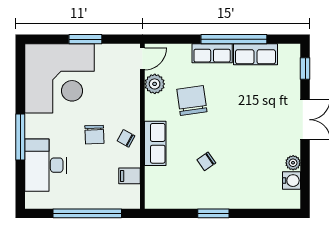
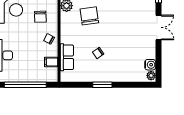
chair: (94, 135) -> (40, 17), moved
row of seats: (155, 143) -> (67, 57), moved
plant: (293, 163) -> (151, 76), moved

